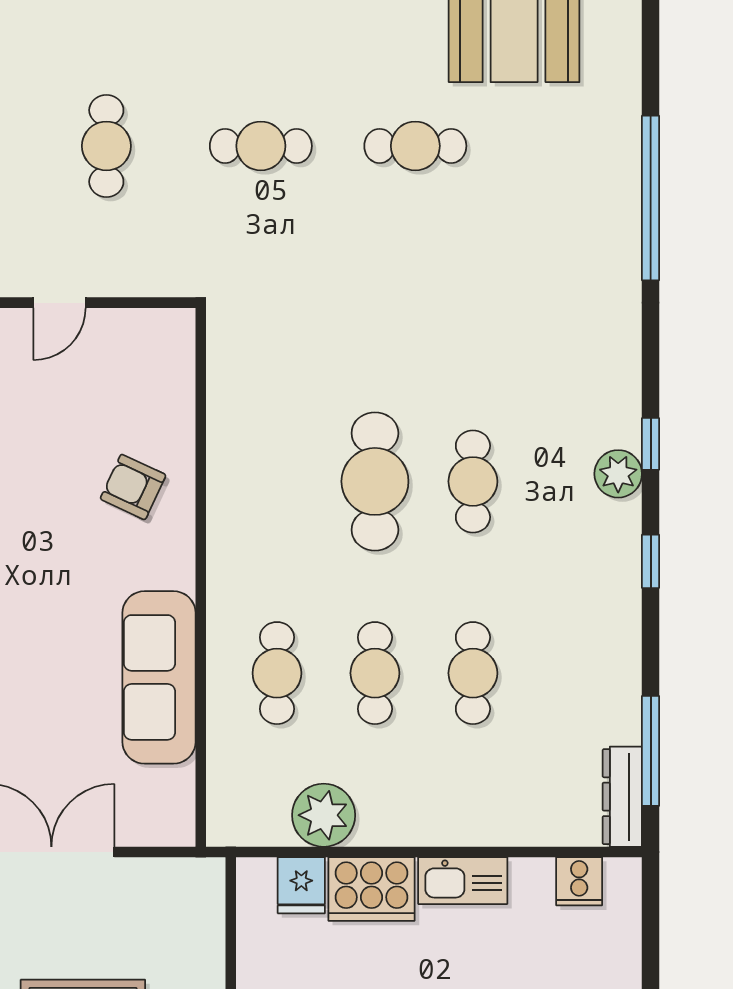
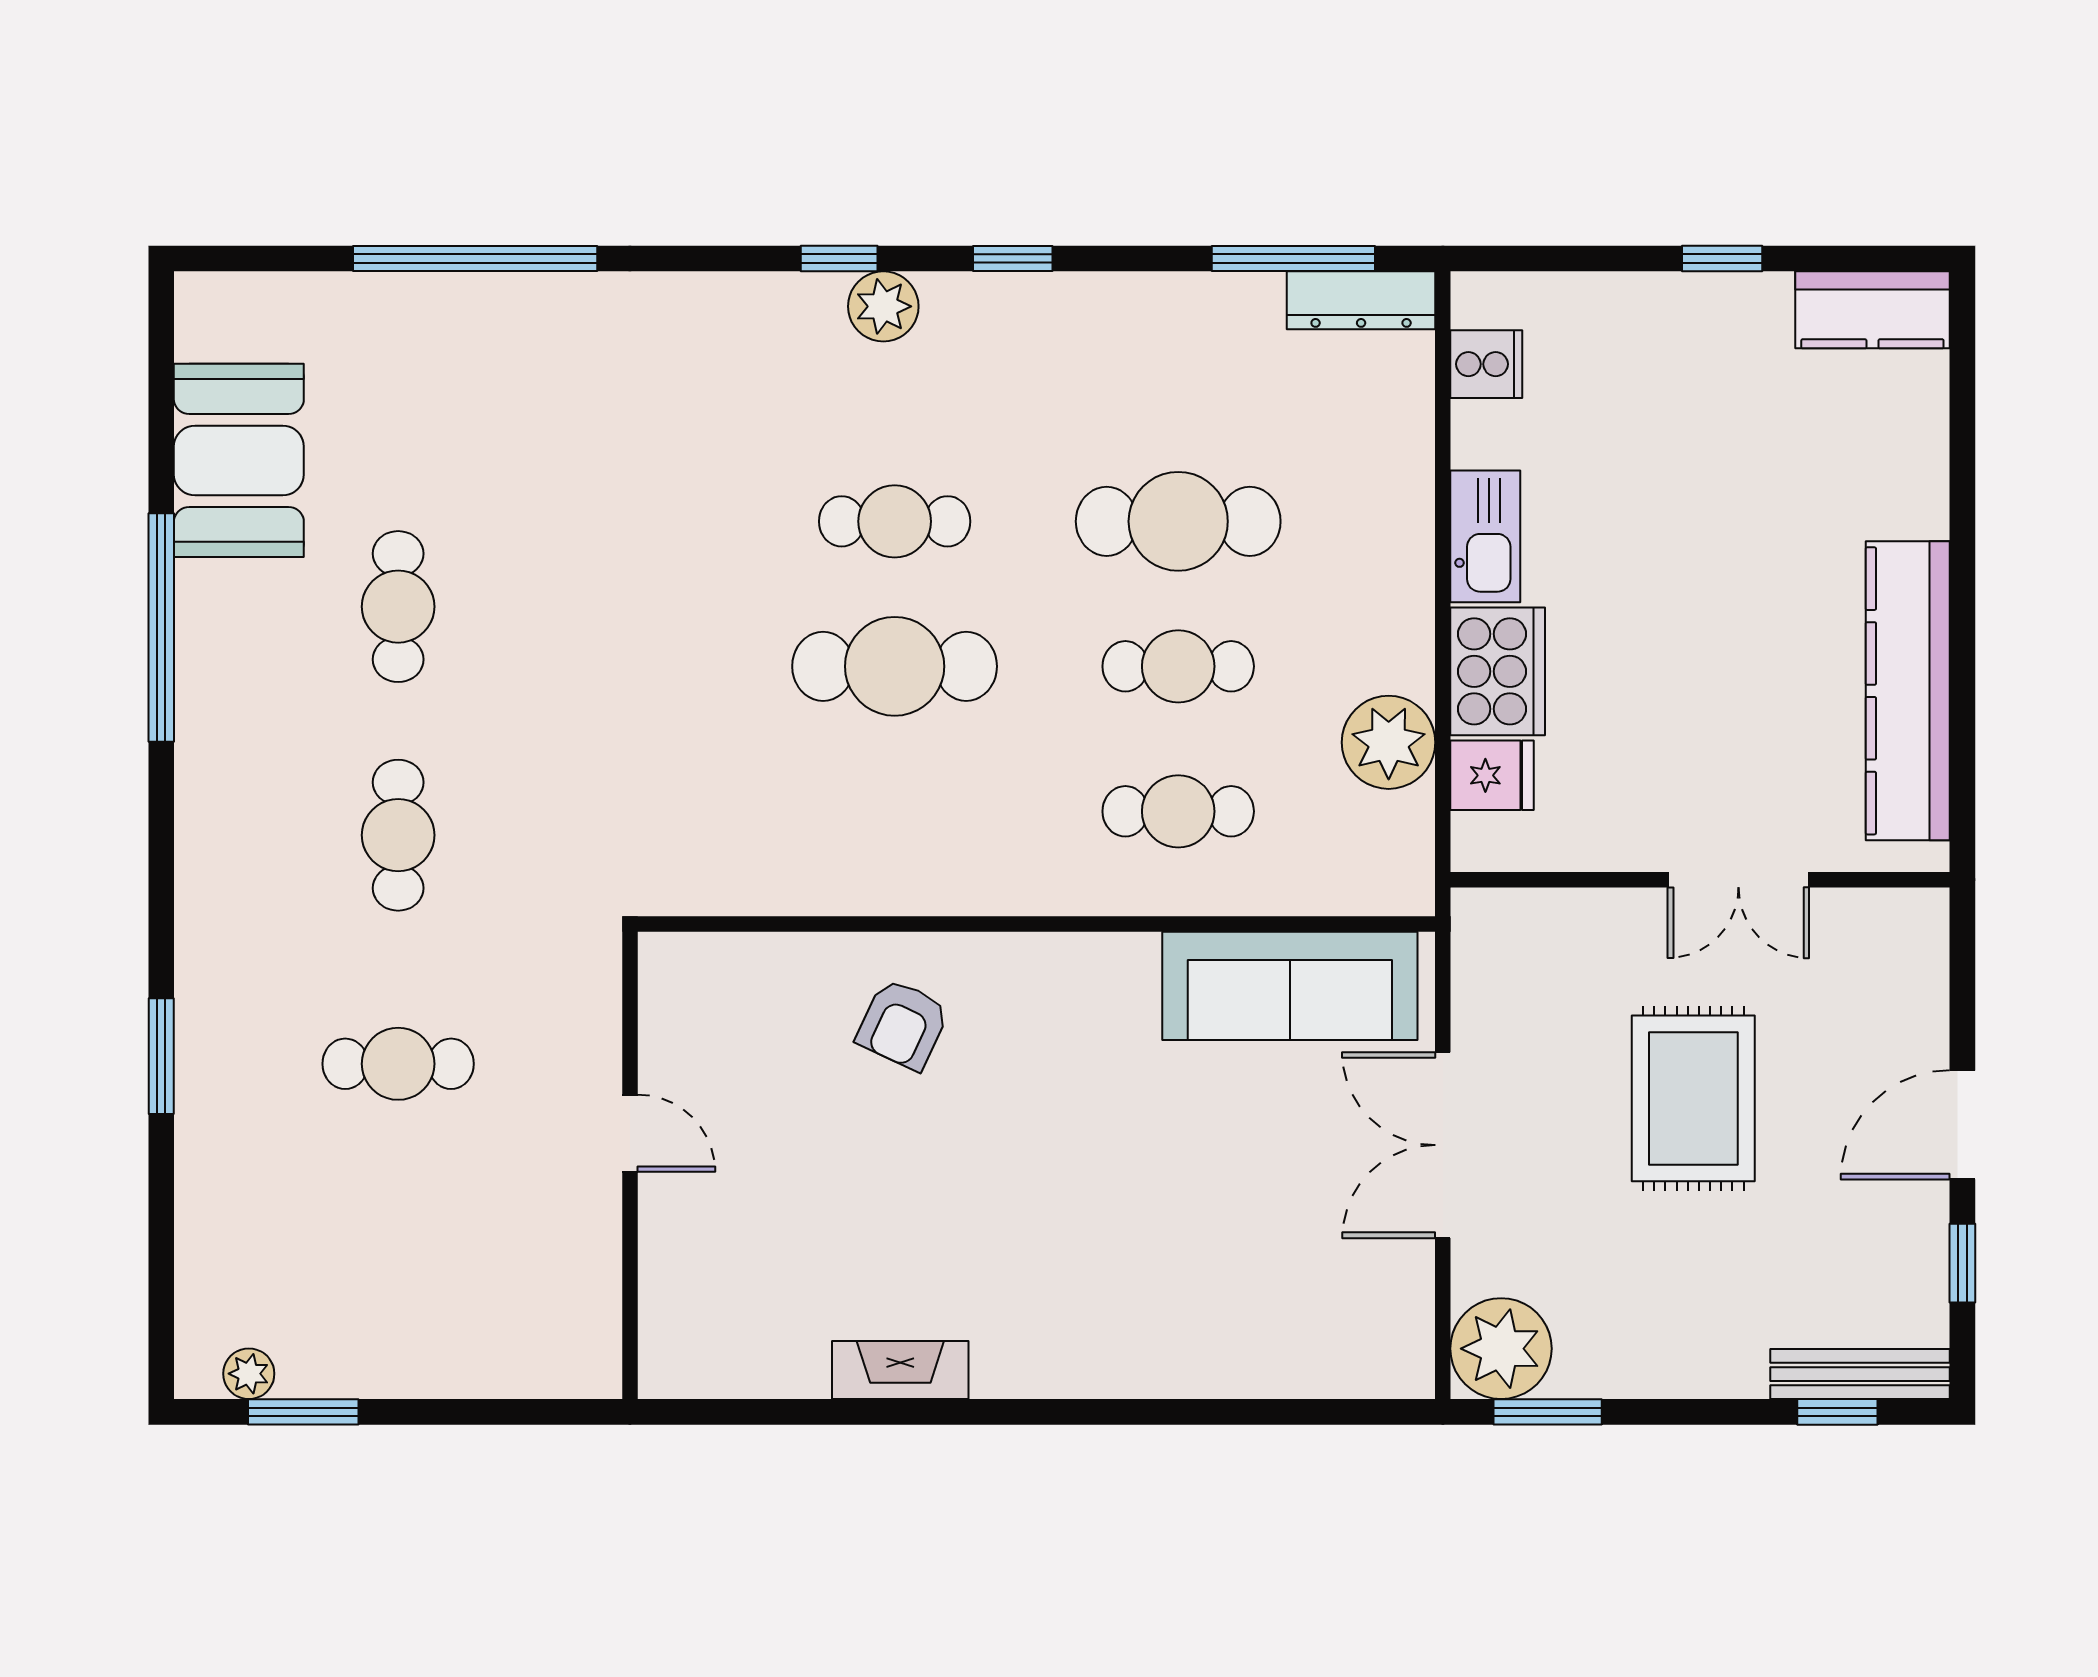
cafe table: (473, 673) -> (1178, 521), width x1.37, depth x1.35
sofa: (159, 677) -> (1290, 986), moved

